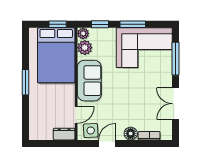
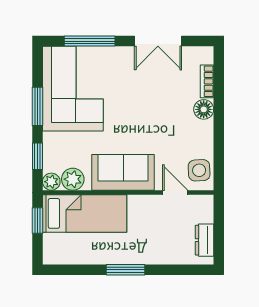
bed: (56, 55) -> (85, 213), width x0.67
dresser: (64, 134) -> (204, 240), moved
door: (107, 143) -> (219, 145), removed

